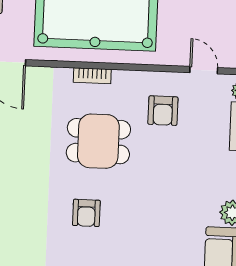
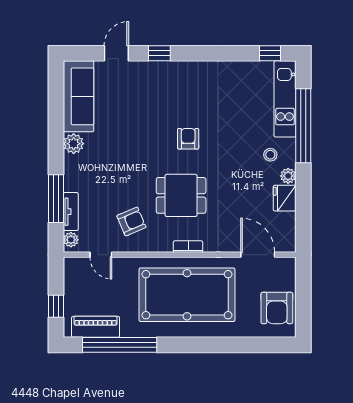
armchair: (163, 111) -> (131, 221), turned 67

